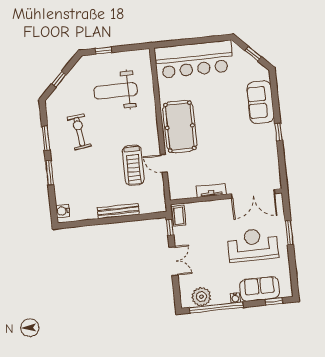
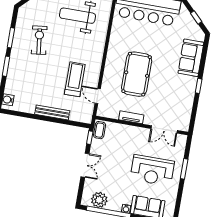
pool table: (180, 127) -> (137, 74), moved
door: (164, 163) -> (98, 96), moved
treadmill: (133, 165) -> (75, 79), turned 180
double door: (253, 194) -> (164, 129), width x0.73
reception desk: (253, 245) -> (152, 170), turned 180

